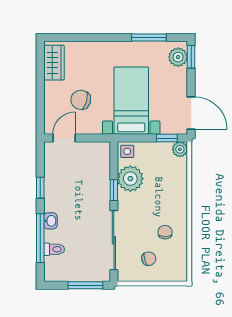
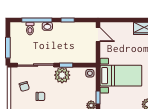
chair: (81, 100) -> (121, 45), removed
plant: (130, 179) -> (62, 75), moved

